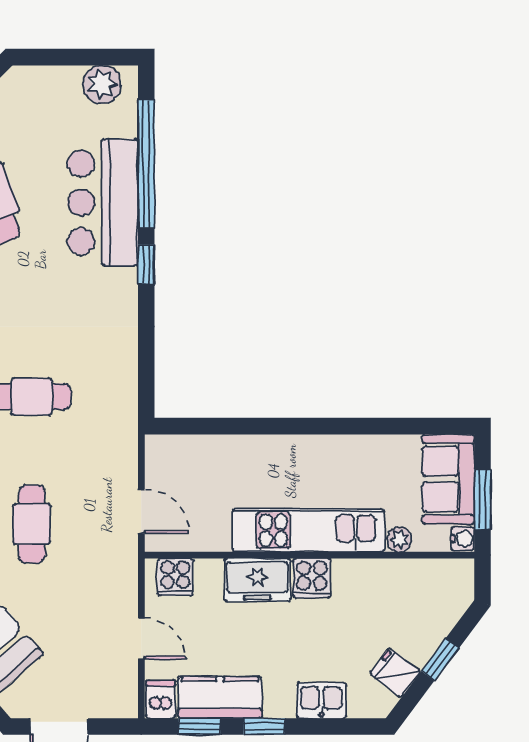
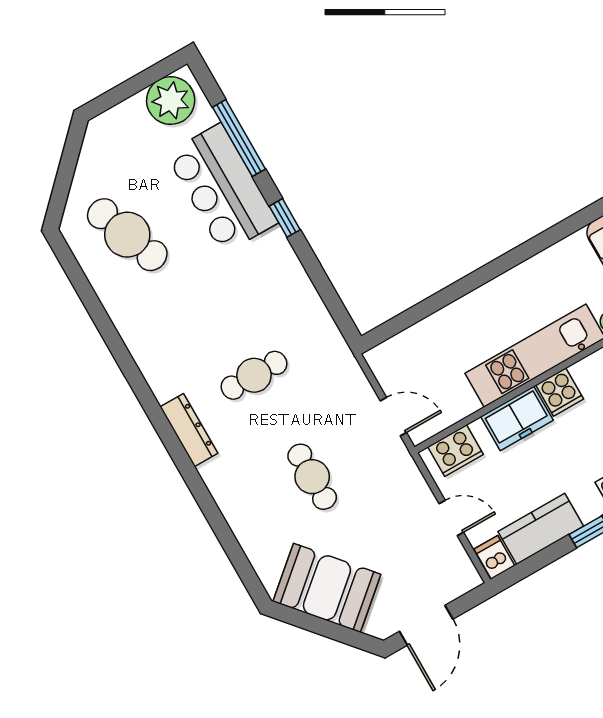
plant: (102, 84) -> (171, 100), width x1.36, depth x1.36
window: (146, 164) -> (239, 138), width x0.68
cooker: (175, 577) -> (456, 451), width x1.36
window: (199, 726) -> (538, 561), removed

